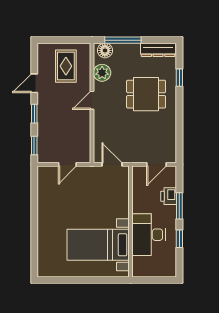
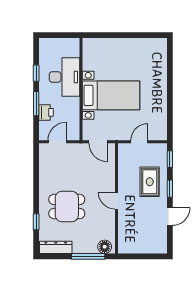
rug: (66, 66) -> (150, 182), moved
plant: (102, 73) -> (107, 226), removed
door: (92, 100) -> (117, 201), swing flipped
bed with nightstands: (98, 245) -> (111, 95), moved

